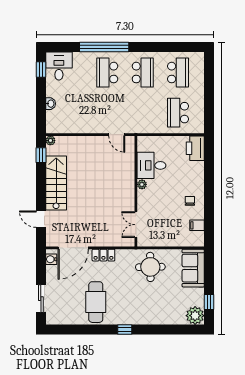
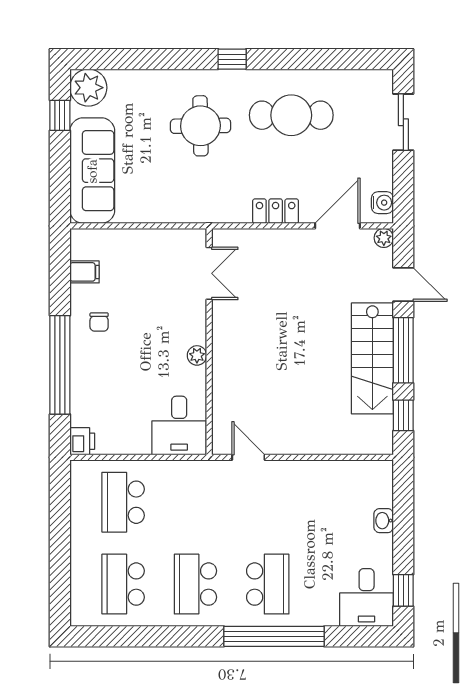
school desk: (178, 113) -> (123, 502), turned 180
plant: (50, 141) -> (384, 238), moved
printer: (195, 148) -> (82, 441), width x0.53, depth x0.68
desk: (151, 165) -> (179, 426), moved, turned 90
window: (209, 180) -> (60, 365), added
window: (41, 187) -> (403, 350), added
door: (73, 248) -> (337, 226), width x0.73
round table: (150, 267) -> (200, 126), moved
sofa: (193, 268) -> (92, 171), width x1.36
cafe table: (96, 302) -> (291, 115), turned 90

